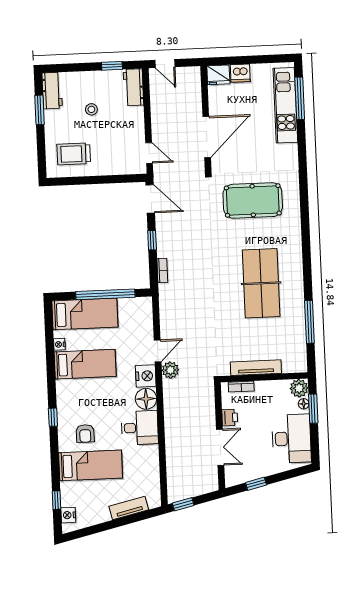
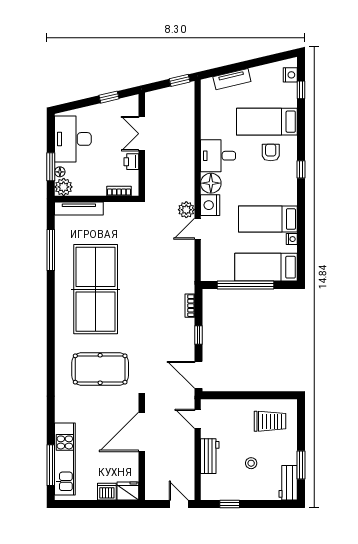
workbench: (133, 87) -> (210, 456), moved
table tennis table: (261, 283) -> (96, 289), width x1.36, depth x1.32
tv unit: (256, 368) -> (79, 209), moved

